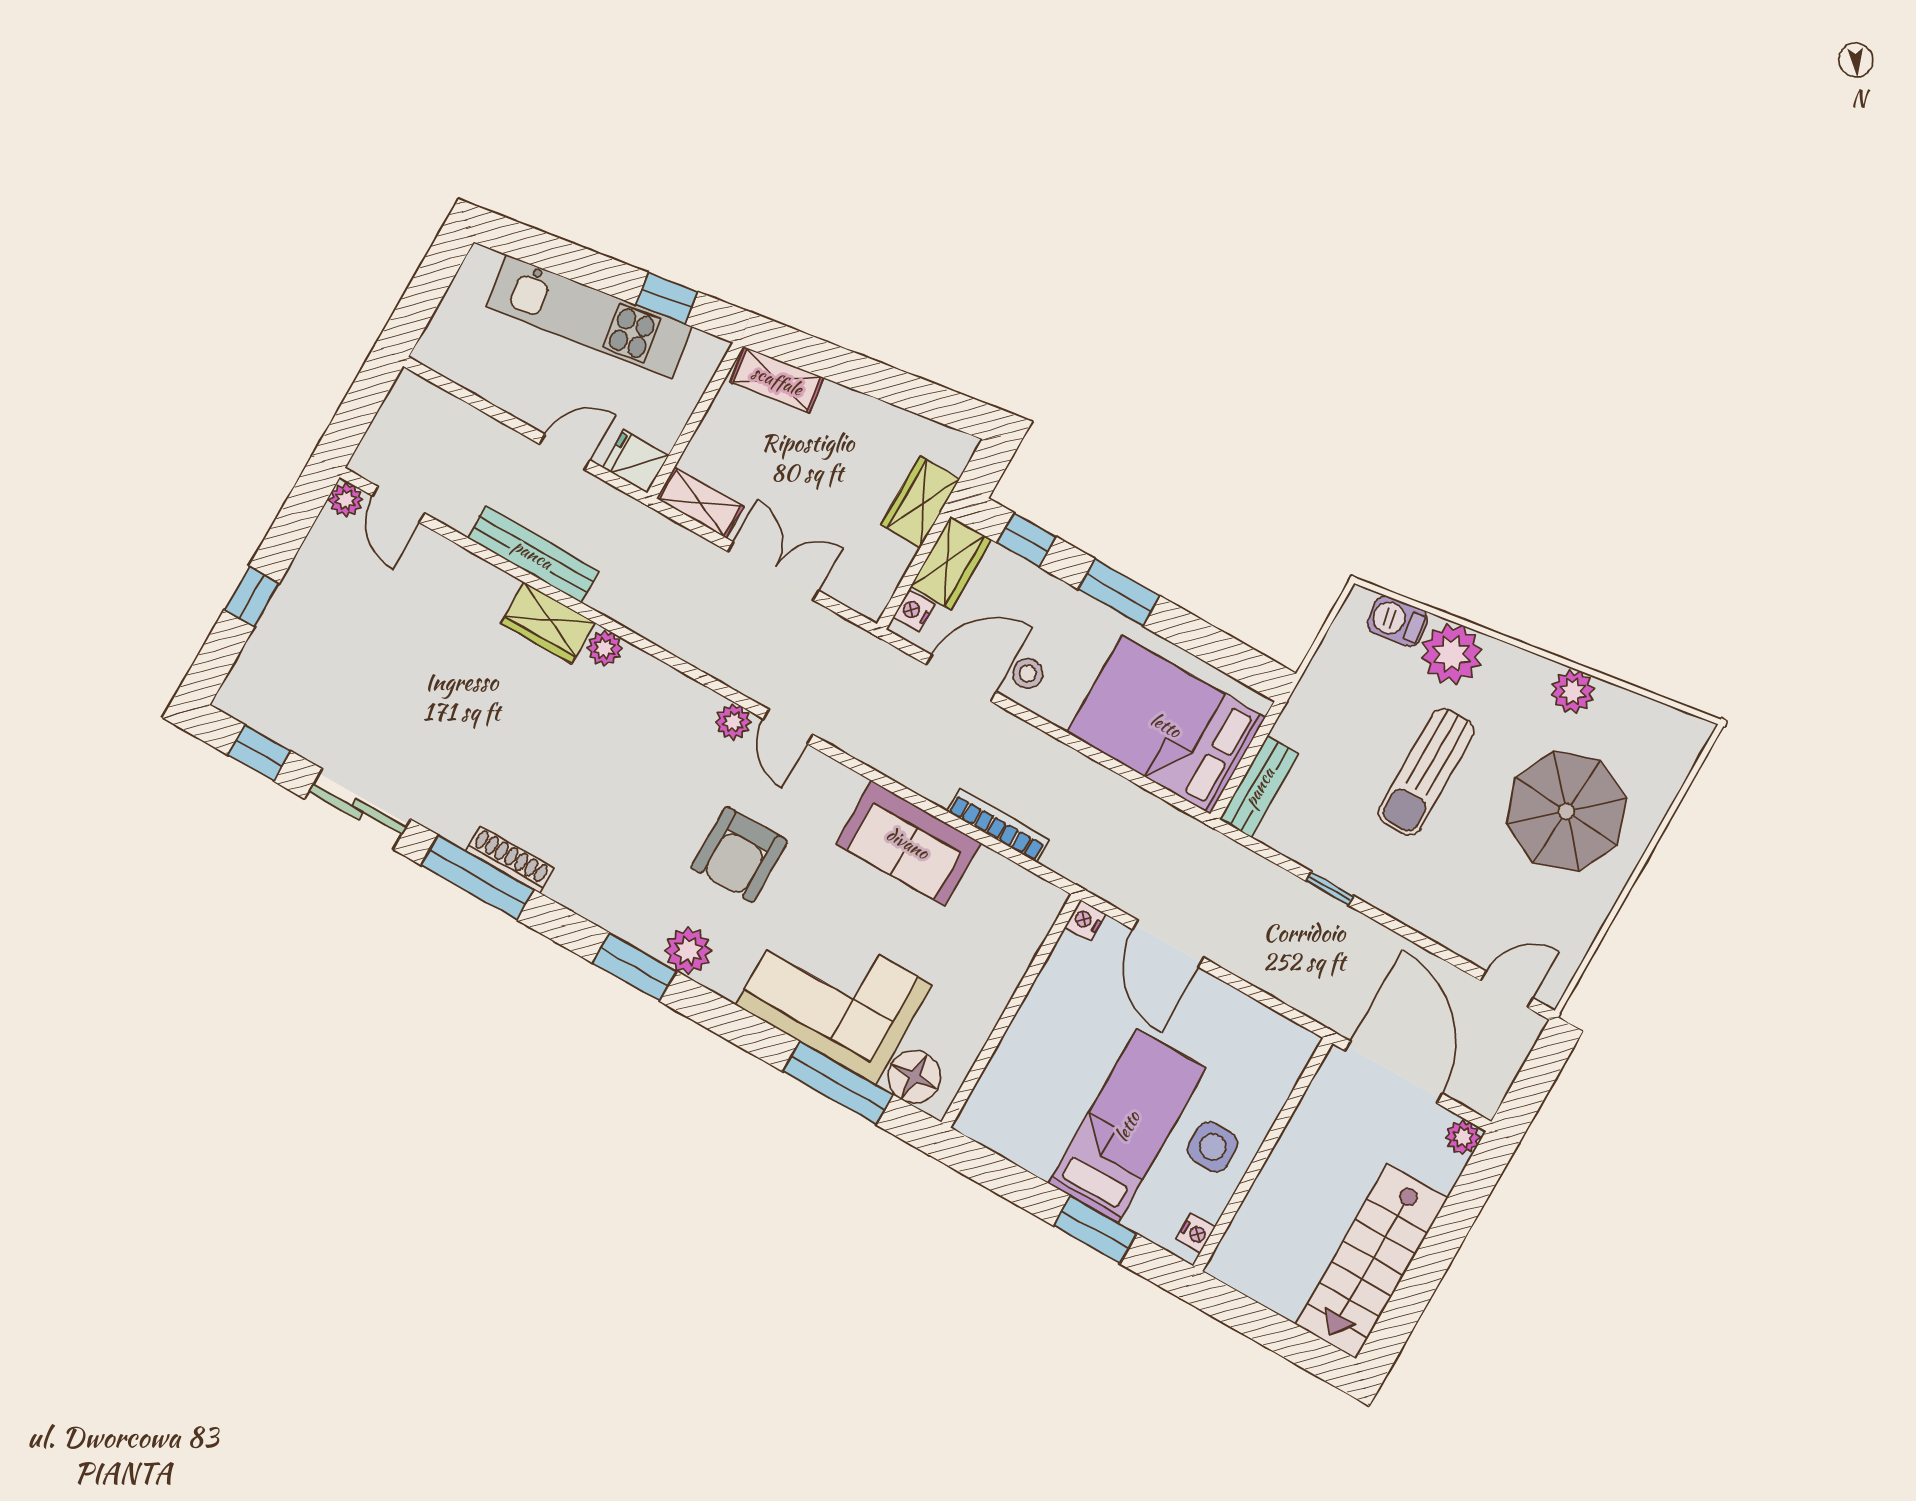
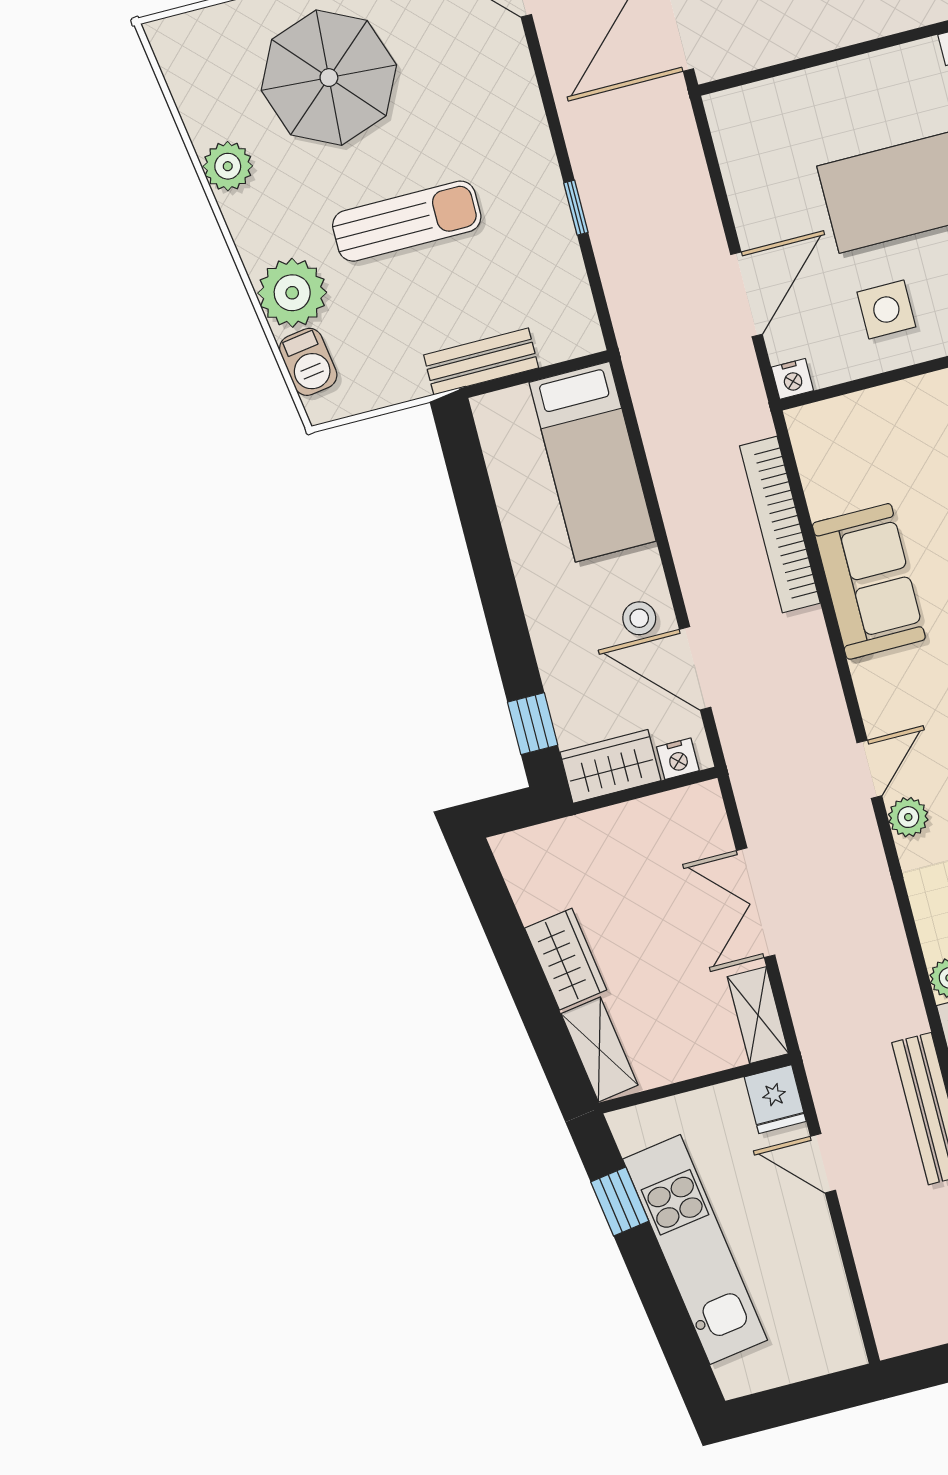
wardrobe: (920, 502) -> (566, 959), moved, turned -99
window: (1119, 592) -> (503, 608), removed
bed: (1166, 725) -> (593, 462), width x0.67
bench: (1259, 787) -> (481, 361), moved
bookcase: (998, 825) -> (780, 525), width x1.48, depth x1.31
side table: (1213, 1147) -> (886, 310), moved

